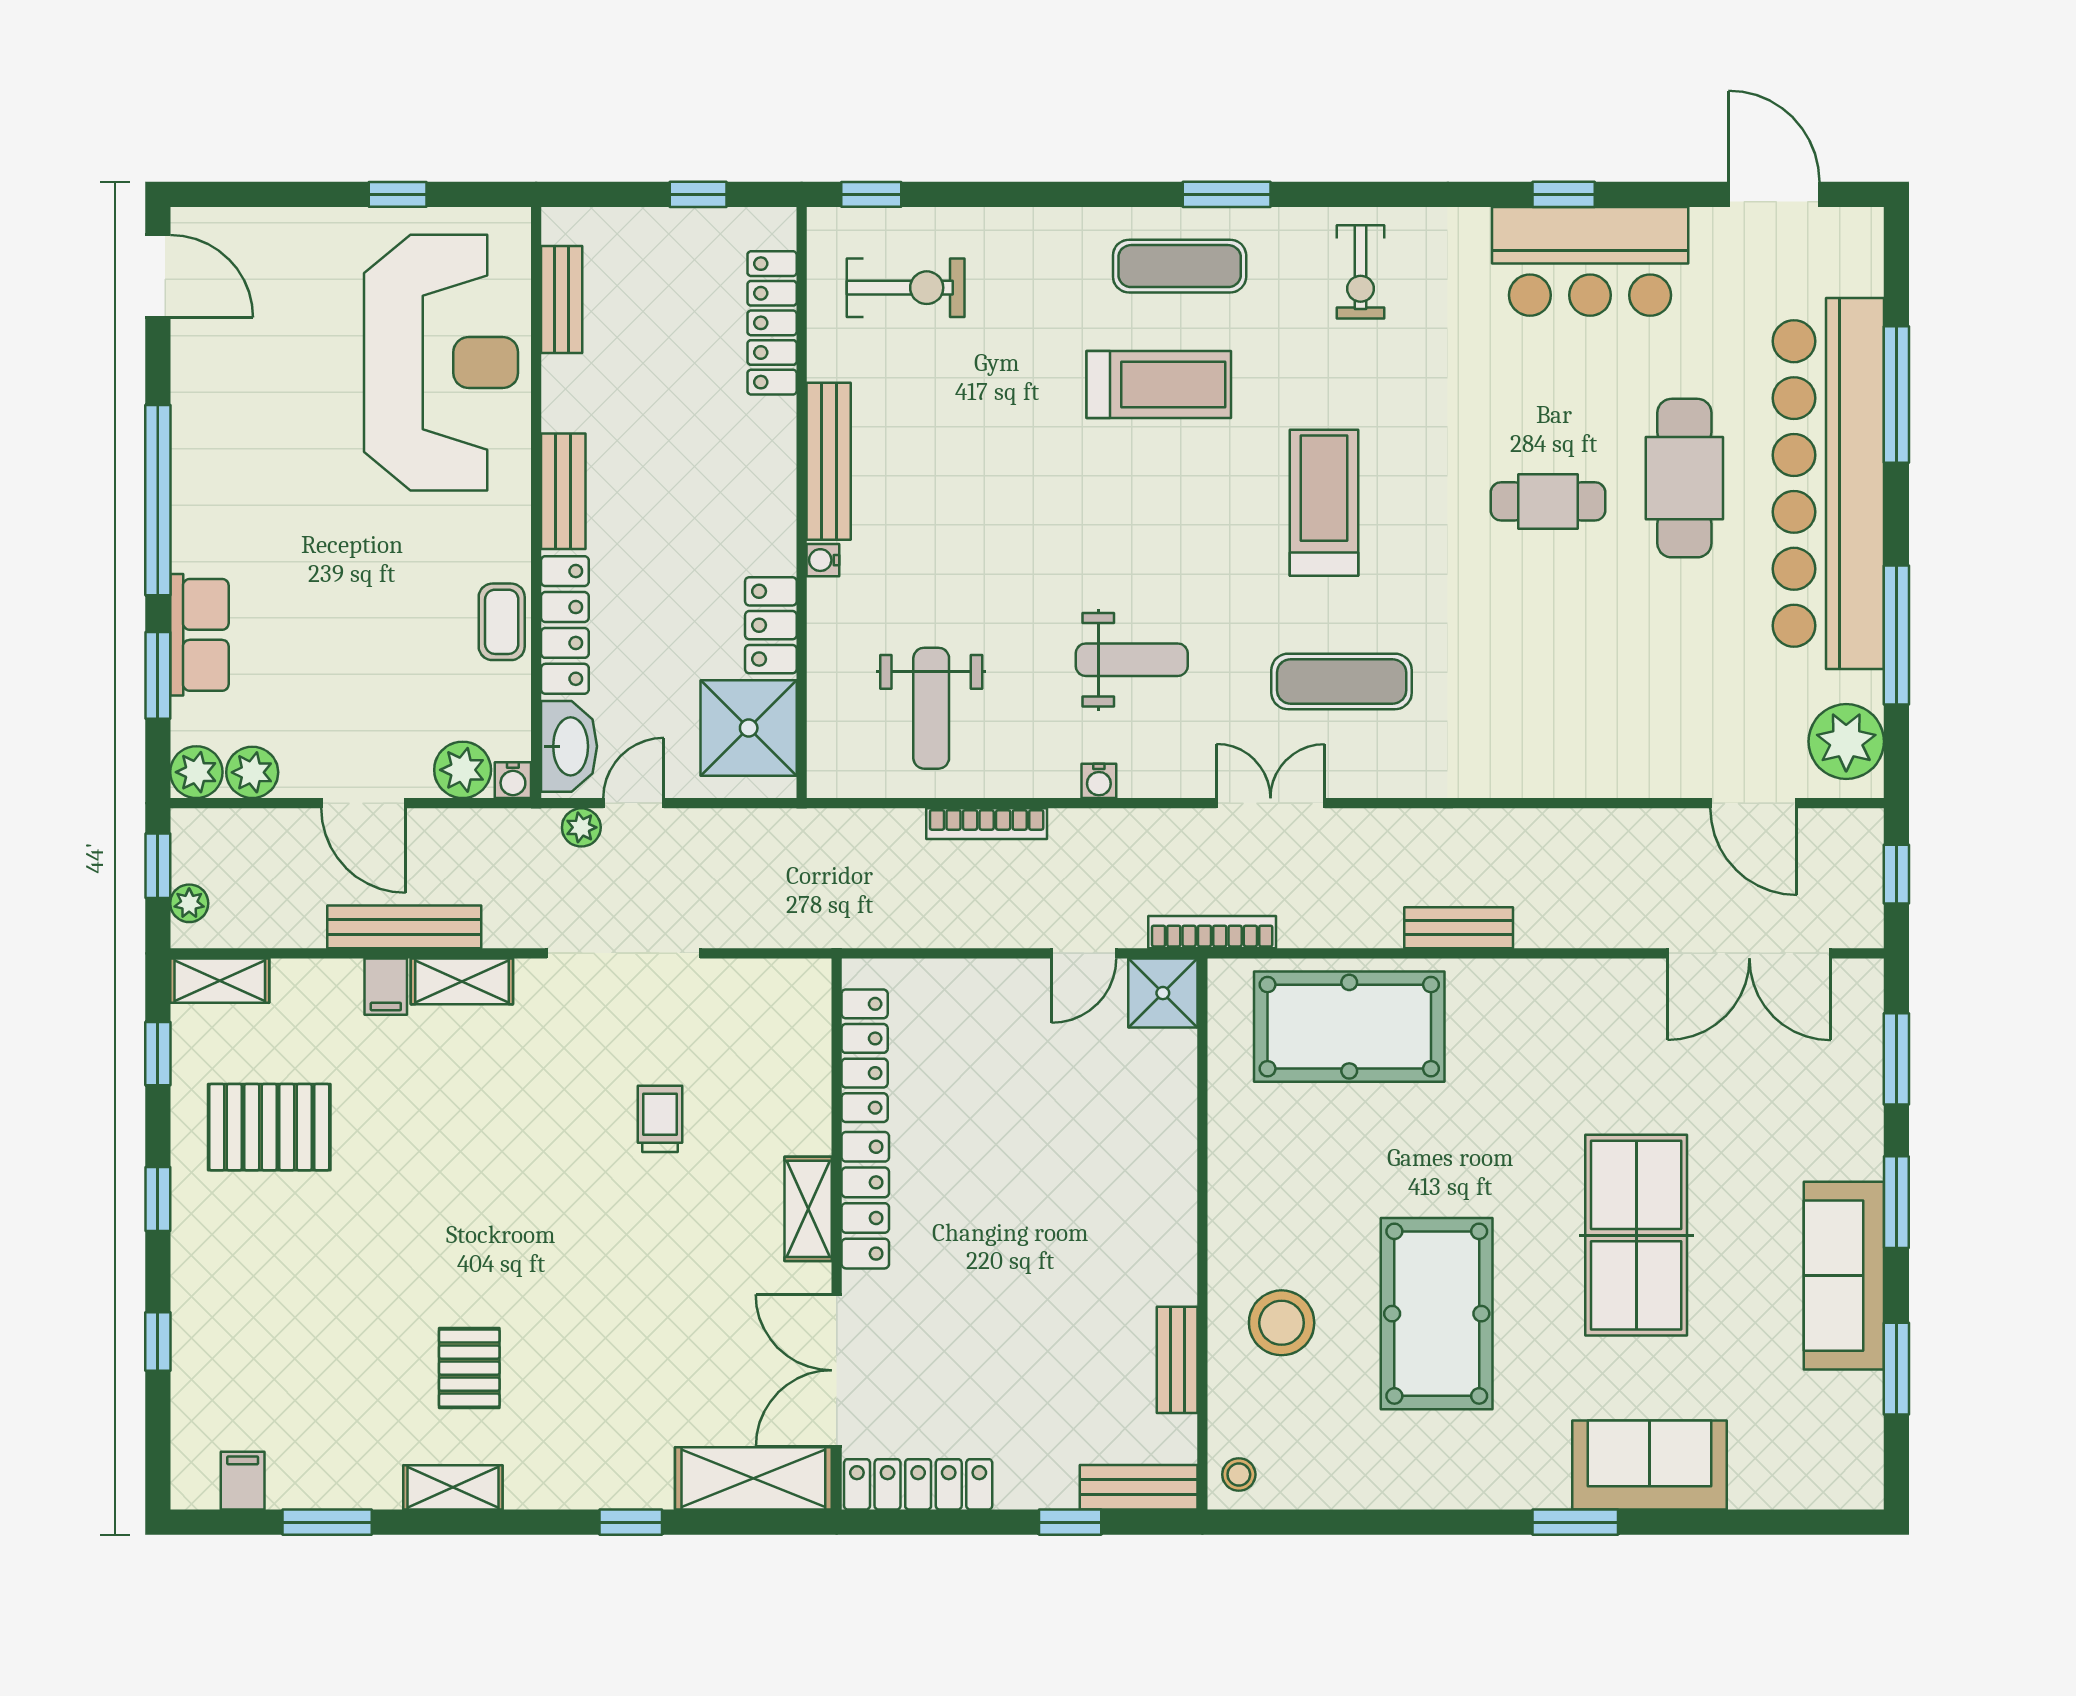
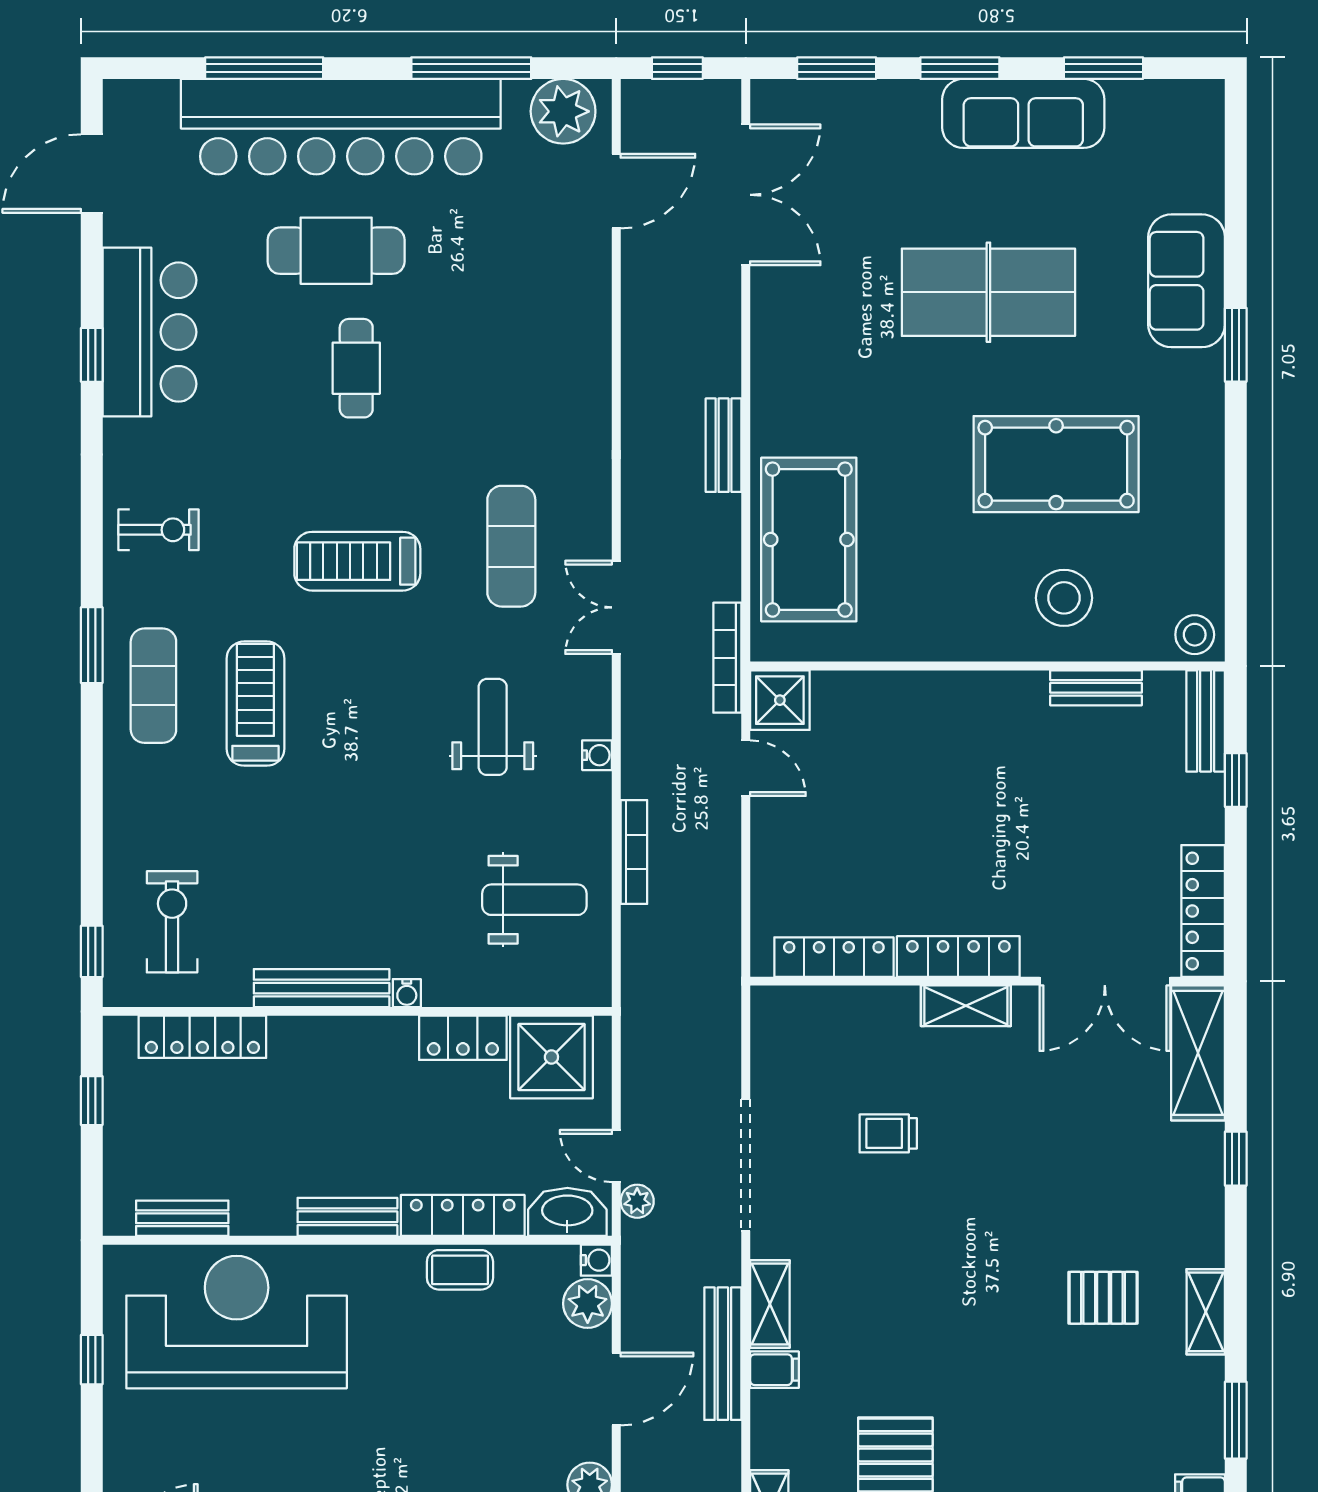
stool: (1239, 1474) -> (1195, 635), width x1.37, depth x1.37

